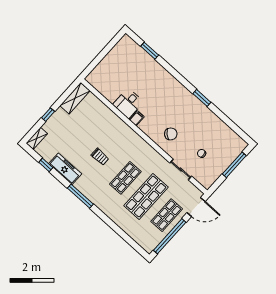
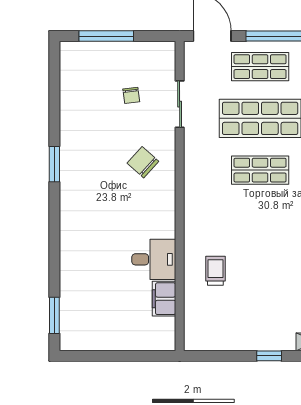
window: (150, 51) -> (54, 315), moved
shelving: (75, 98) -> (213, 339), removed
filing cabinet: (137, 118) -> (164, 299), moved, width x2.00
trolley: (100, 157) -> (215, 271), moved

